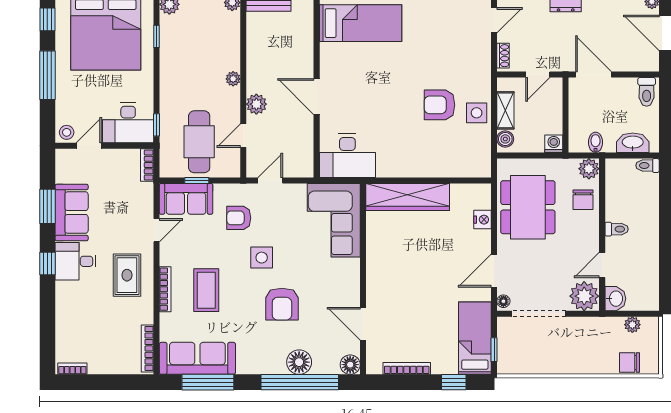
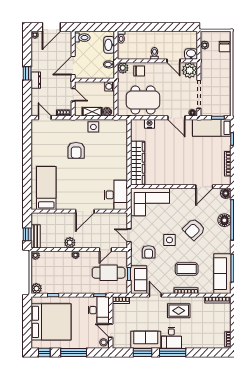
plant: (256, 104) -> (70, 243), moved
armchair: (439, 105) -> (76, 150), moved
door: (243, 136) -> (105, 250), hinge flipped
window: (47, 263) -> (173, 352), width x2.17
armchair: (282, 304) -> (194, 229), turned 135

